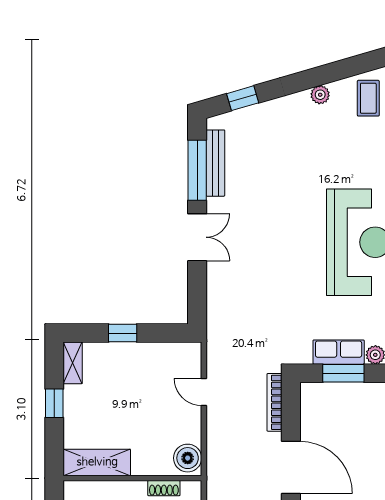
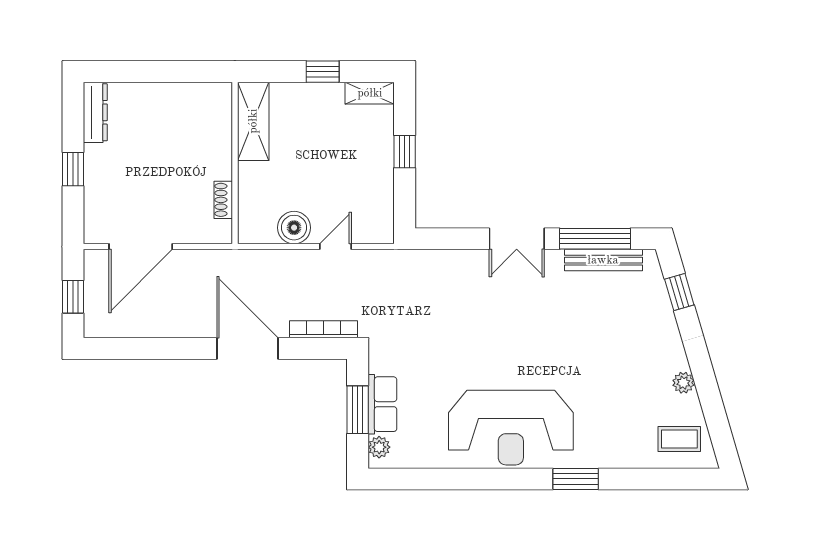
boiler: (188, 458) -> (294, 228), moved
door: (291, 467) -> (247, 348), swing flipped

